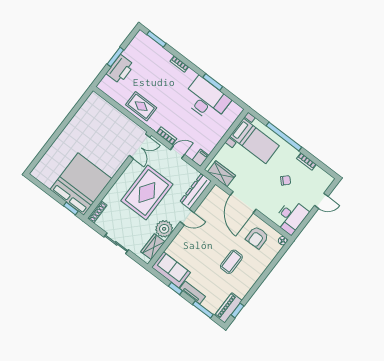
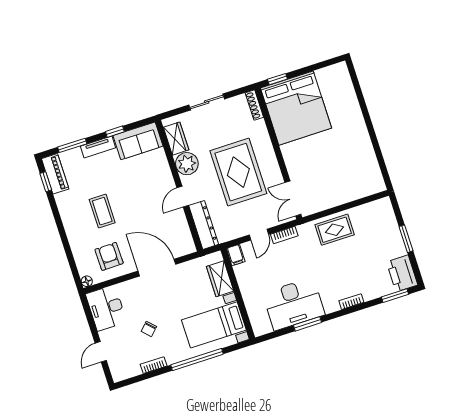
printer: (120, 69) -> (402, 273), moved
wardrobe: (221, 174) -> (220, 279), moved, turned 90

